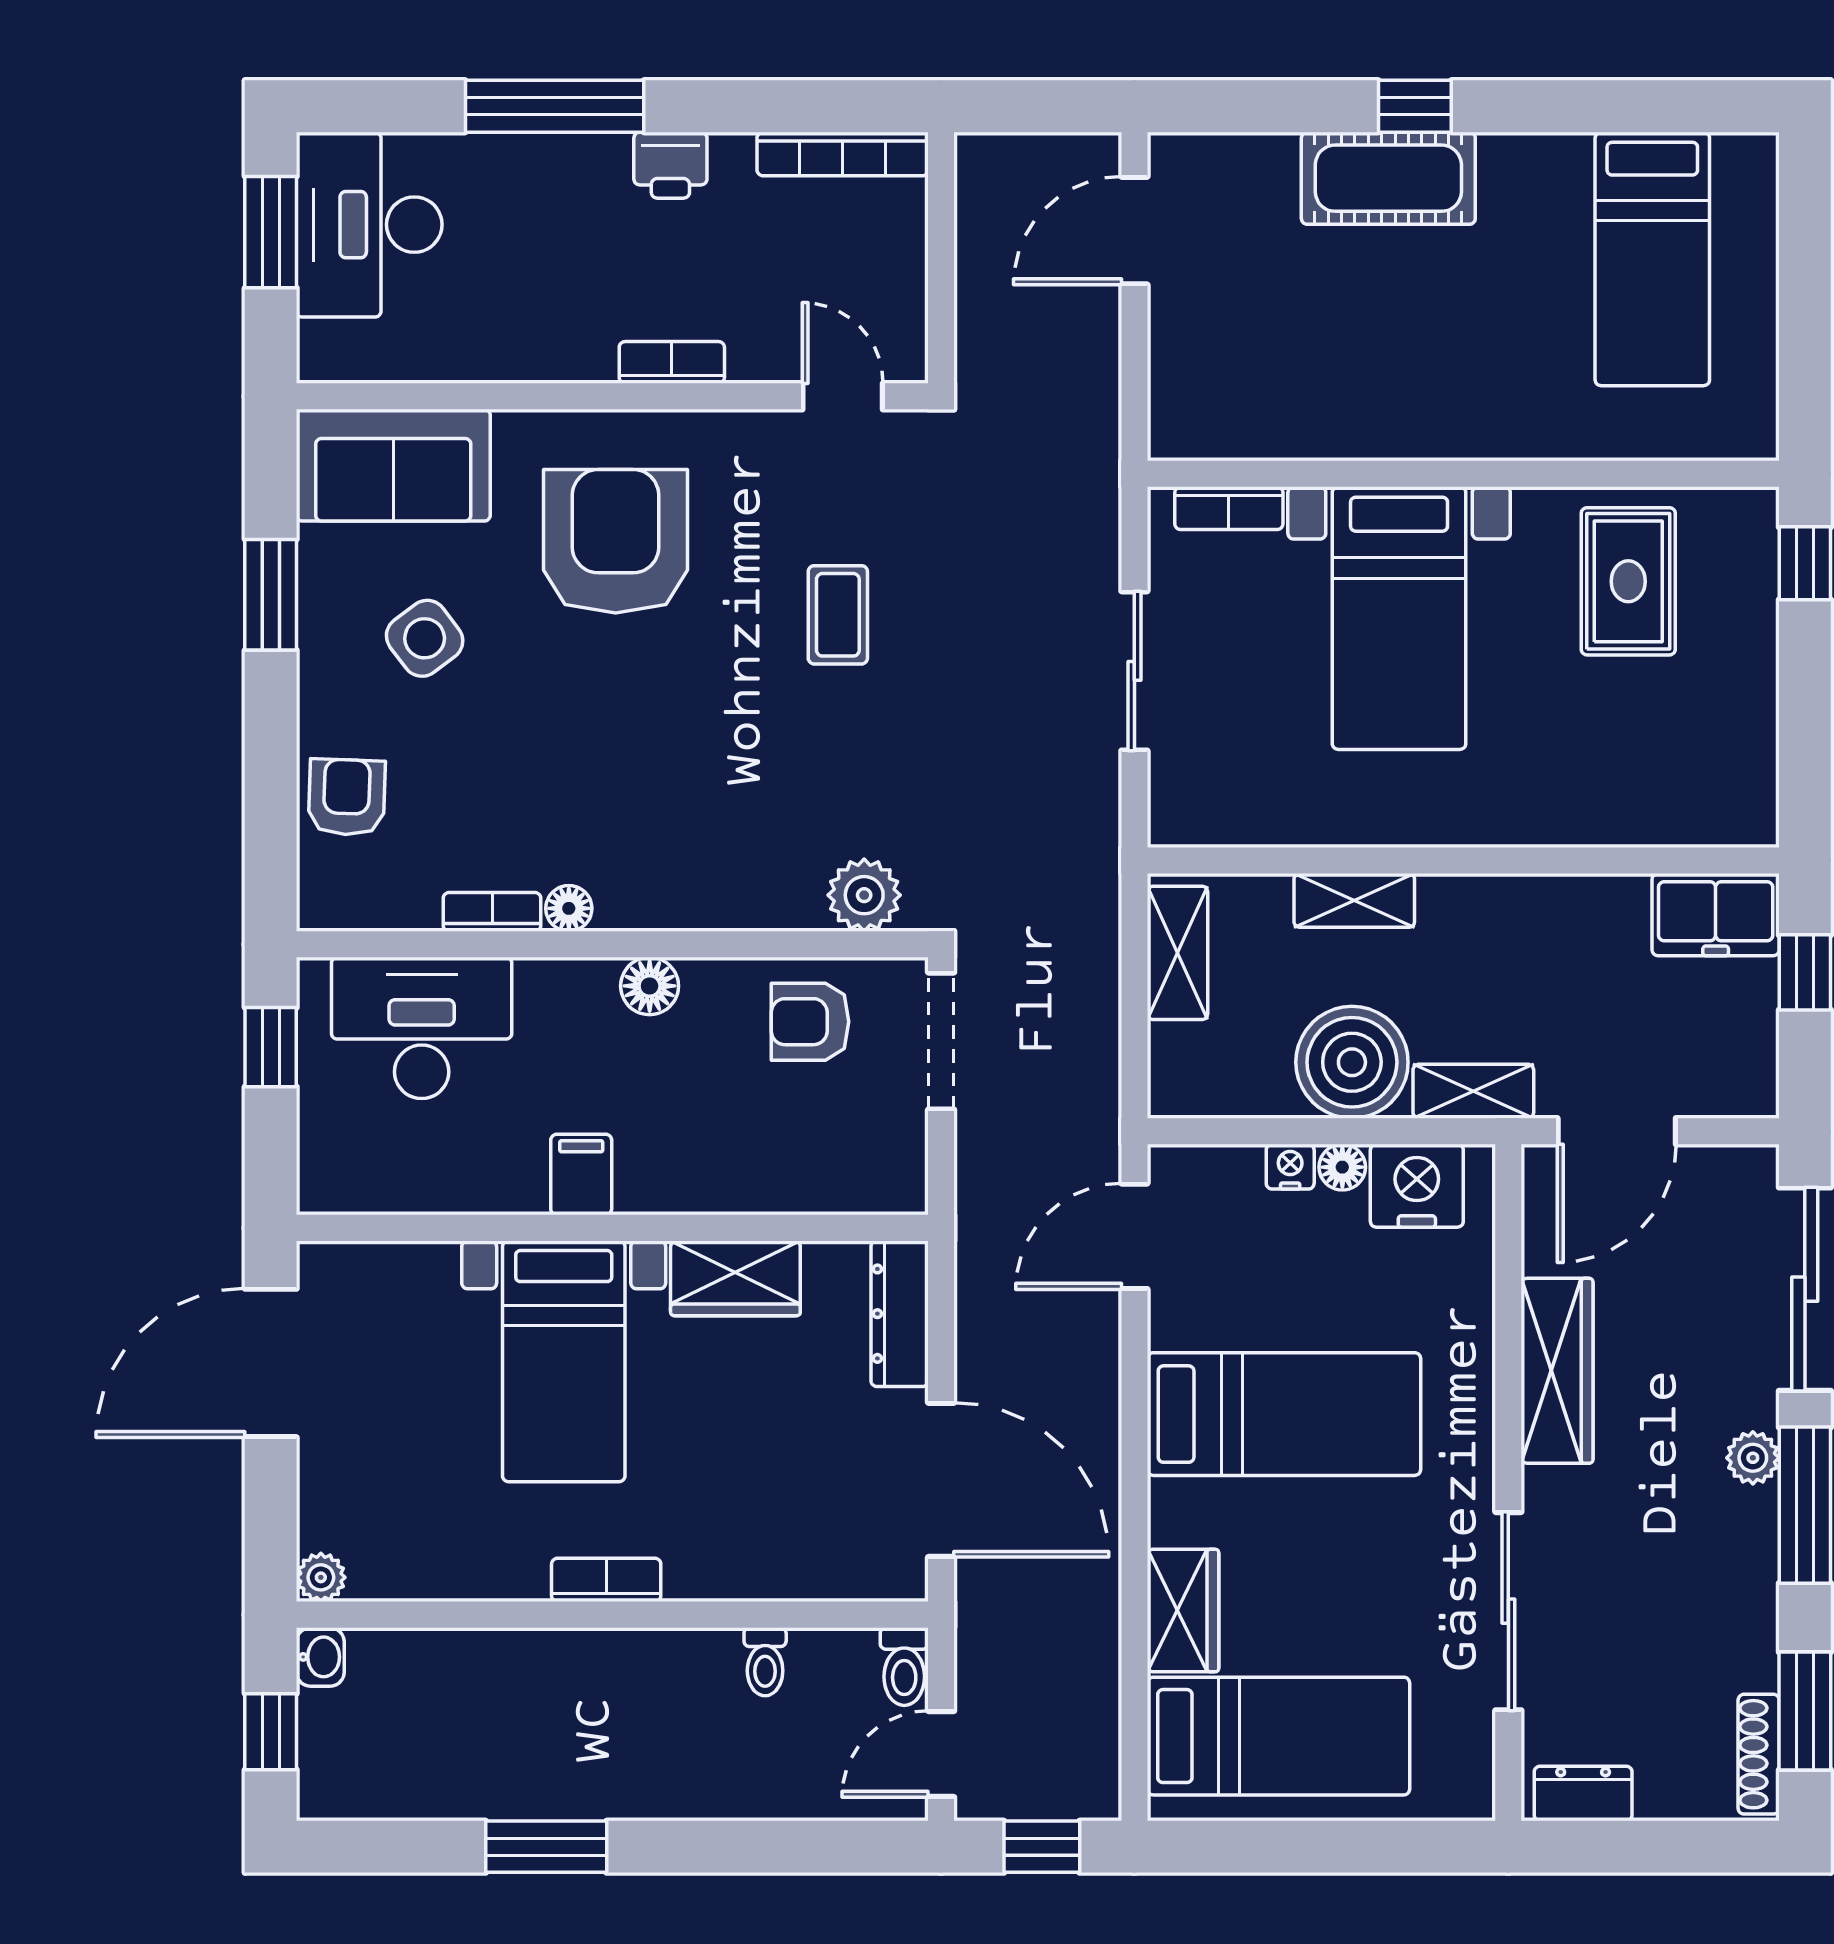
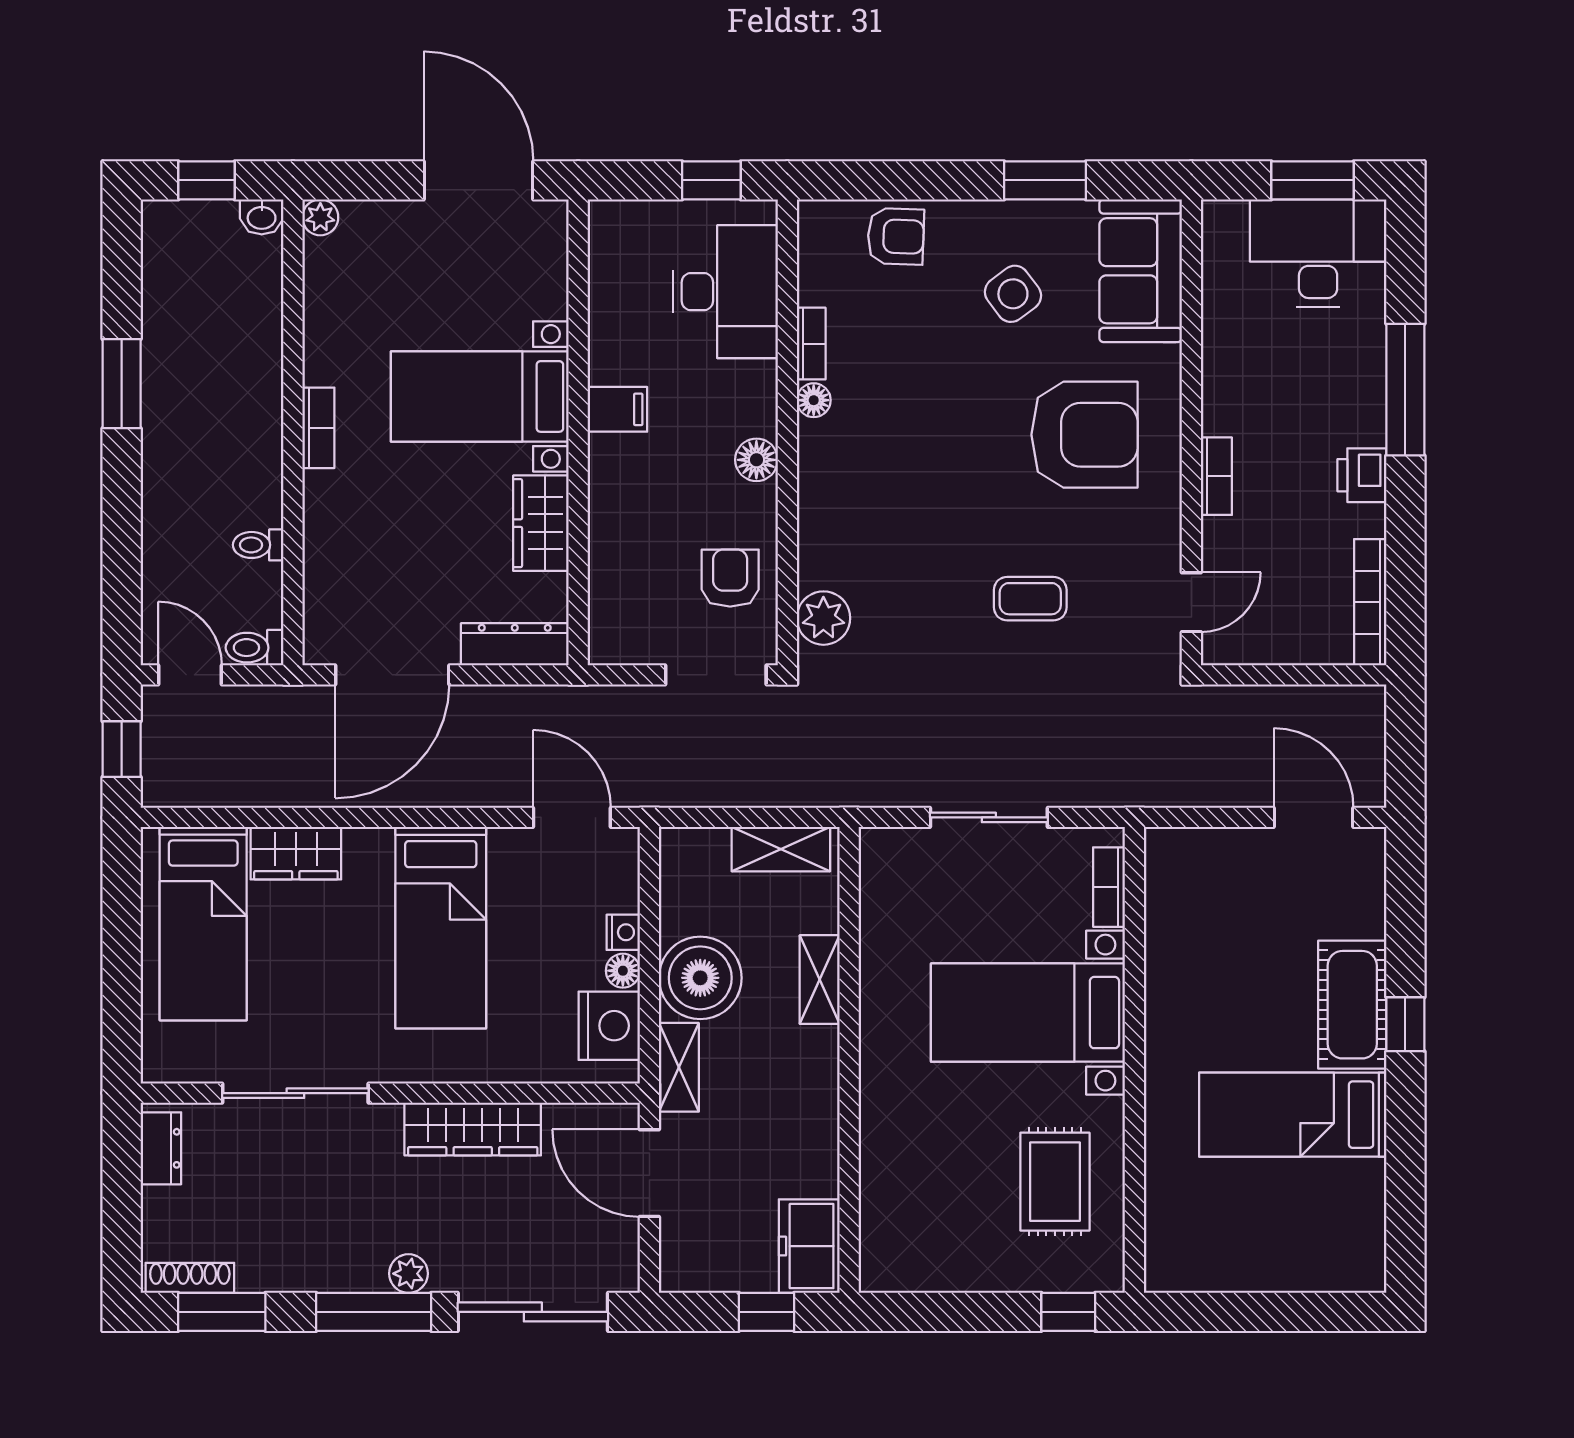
bed: (1652, 259) -> (1293, 1115), moved
rug: (1628, 581) -> (1055, 1182), turned 90

